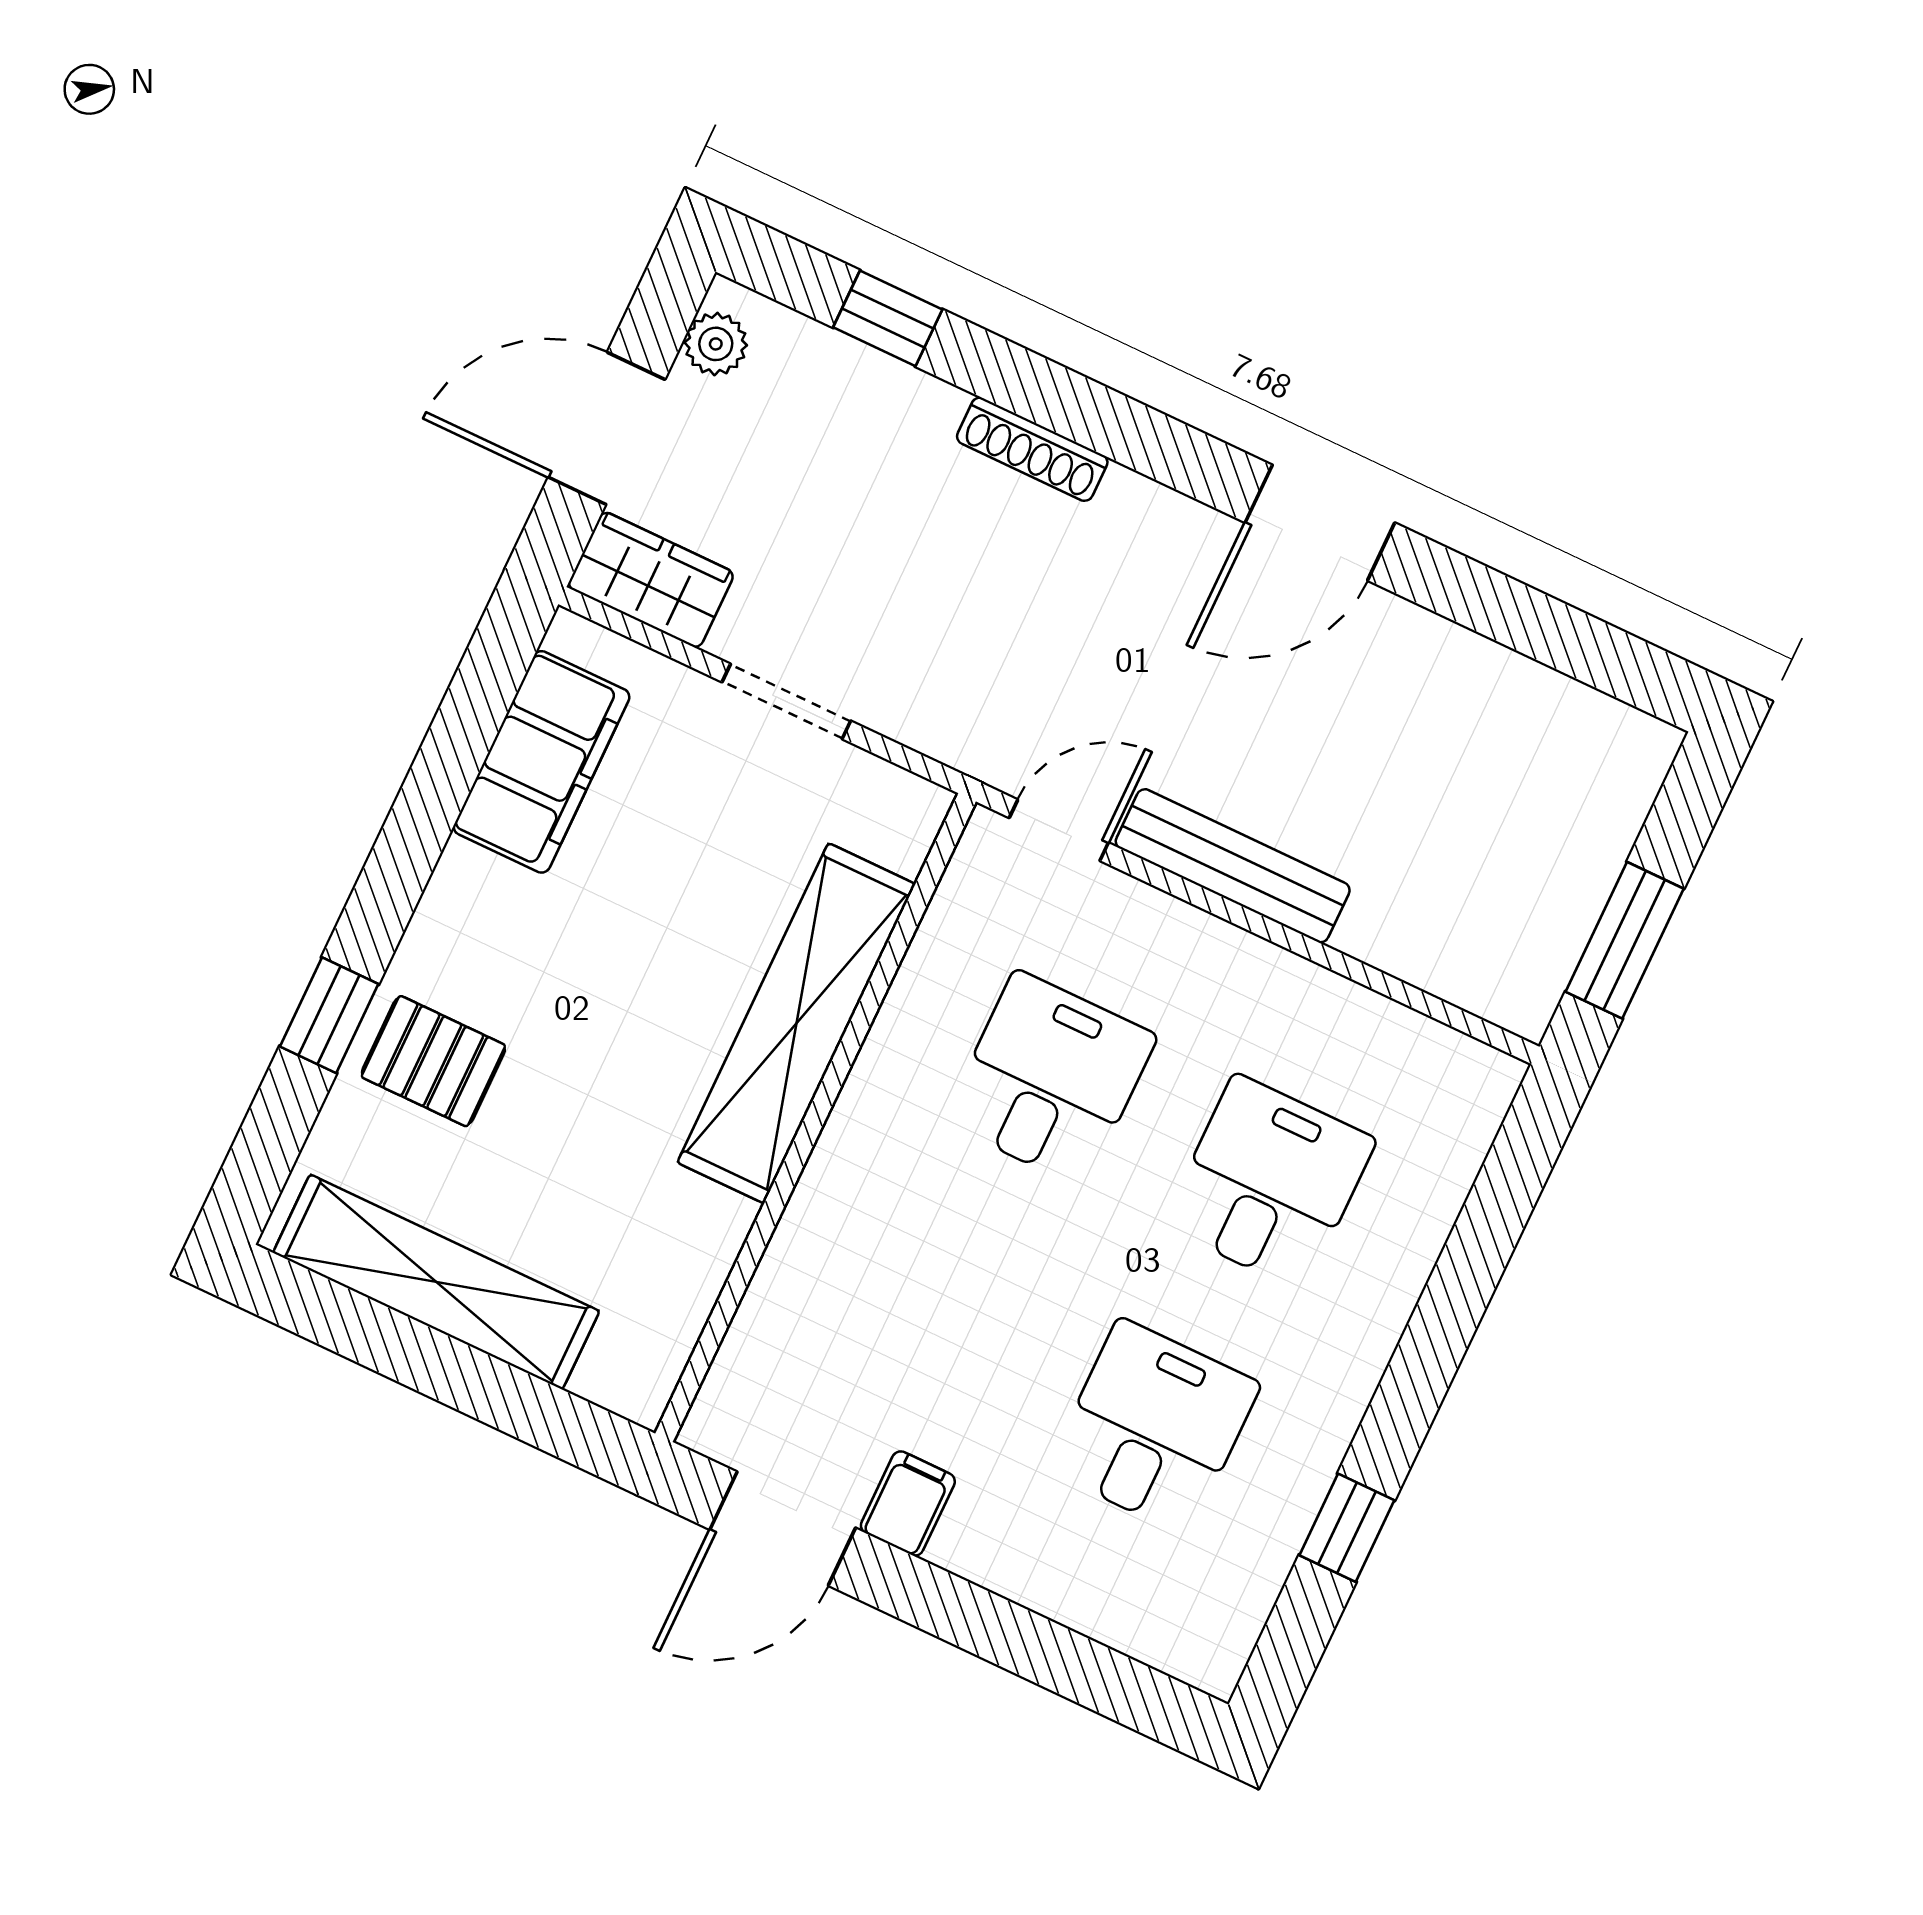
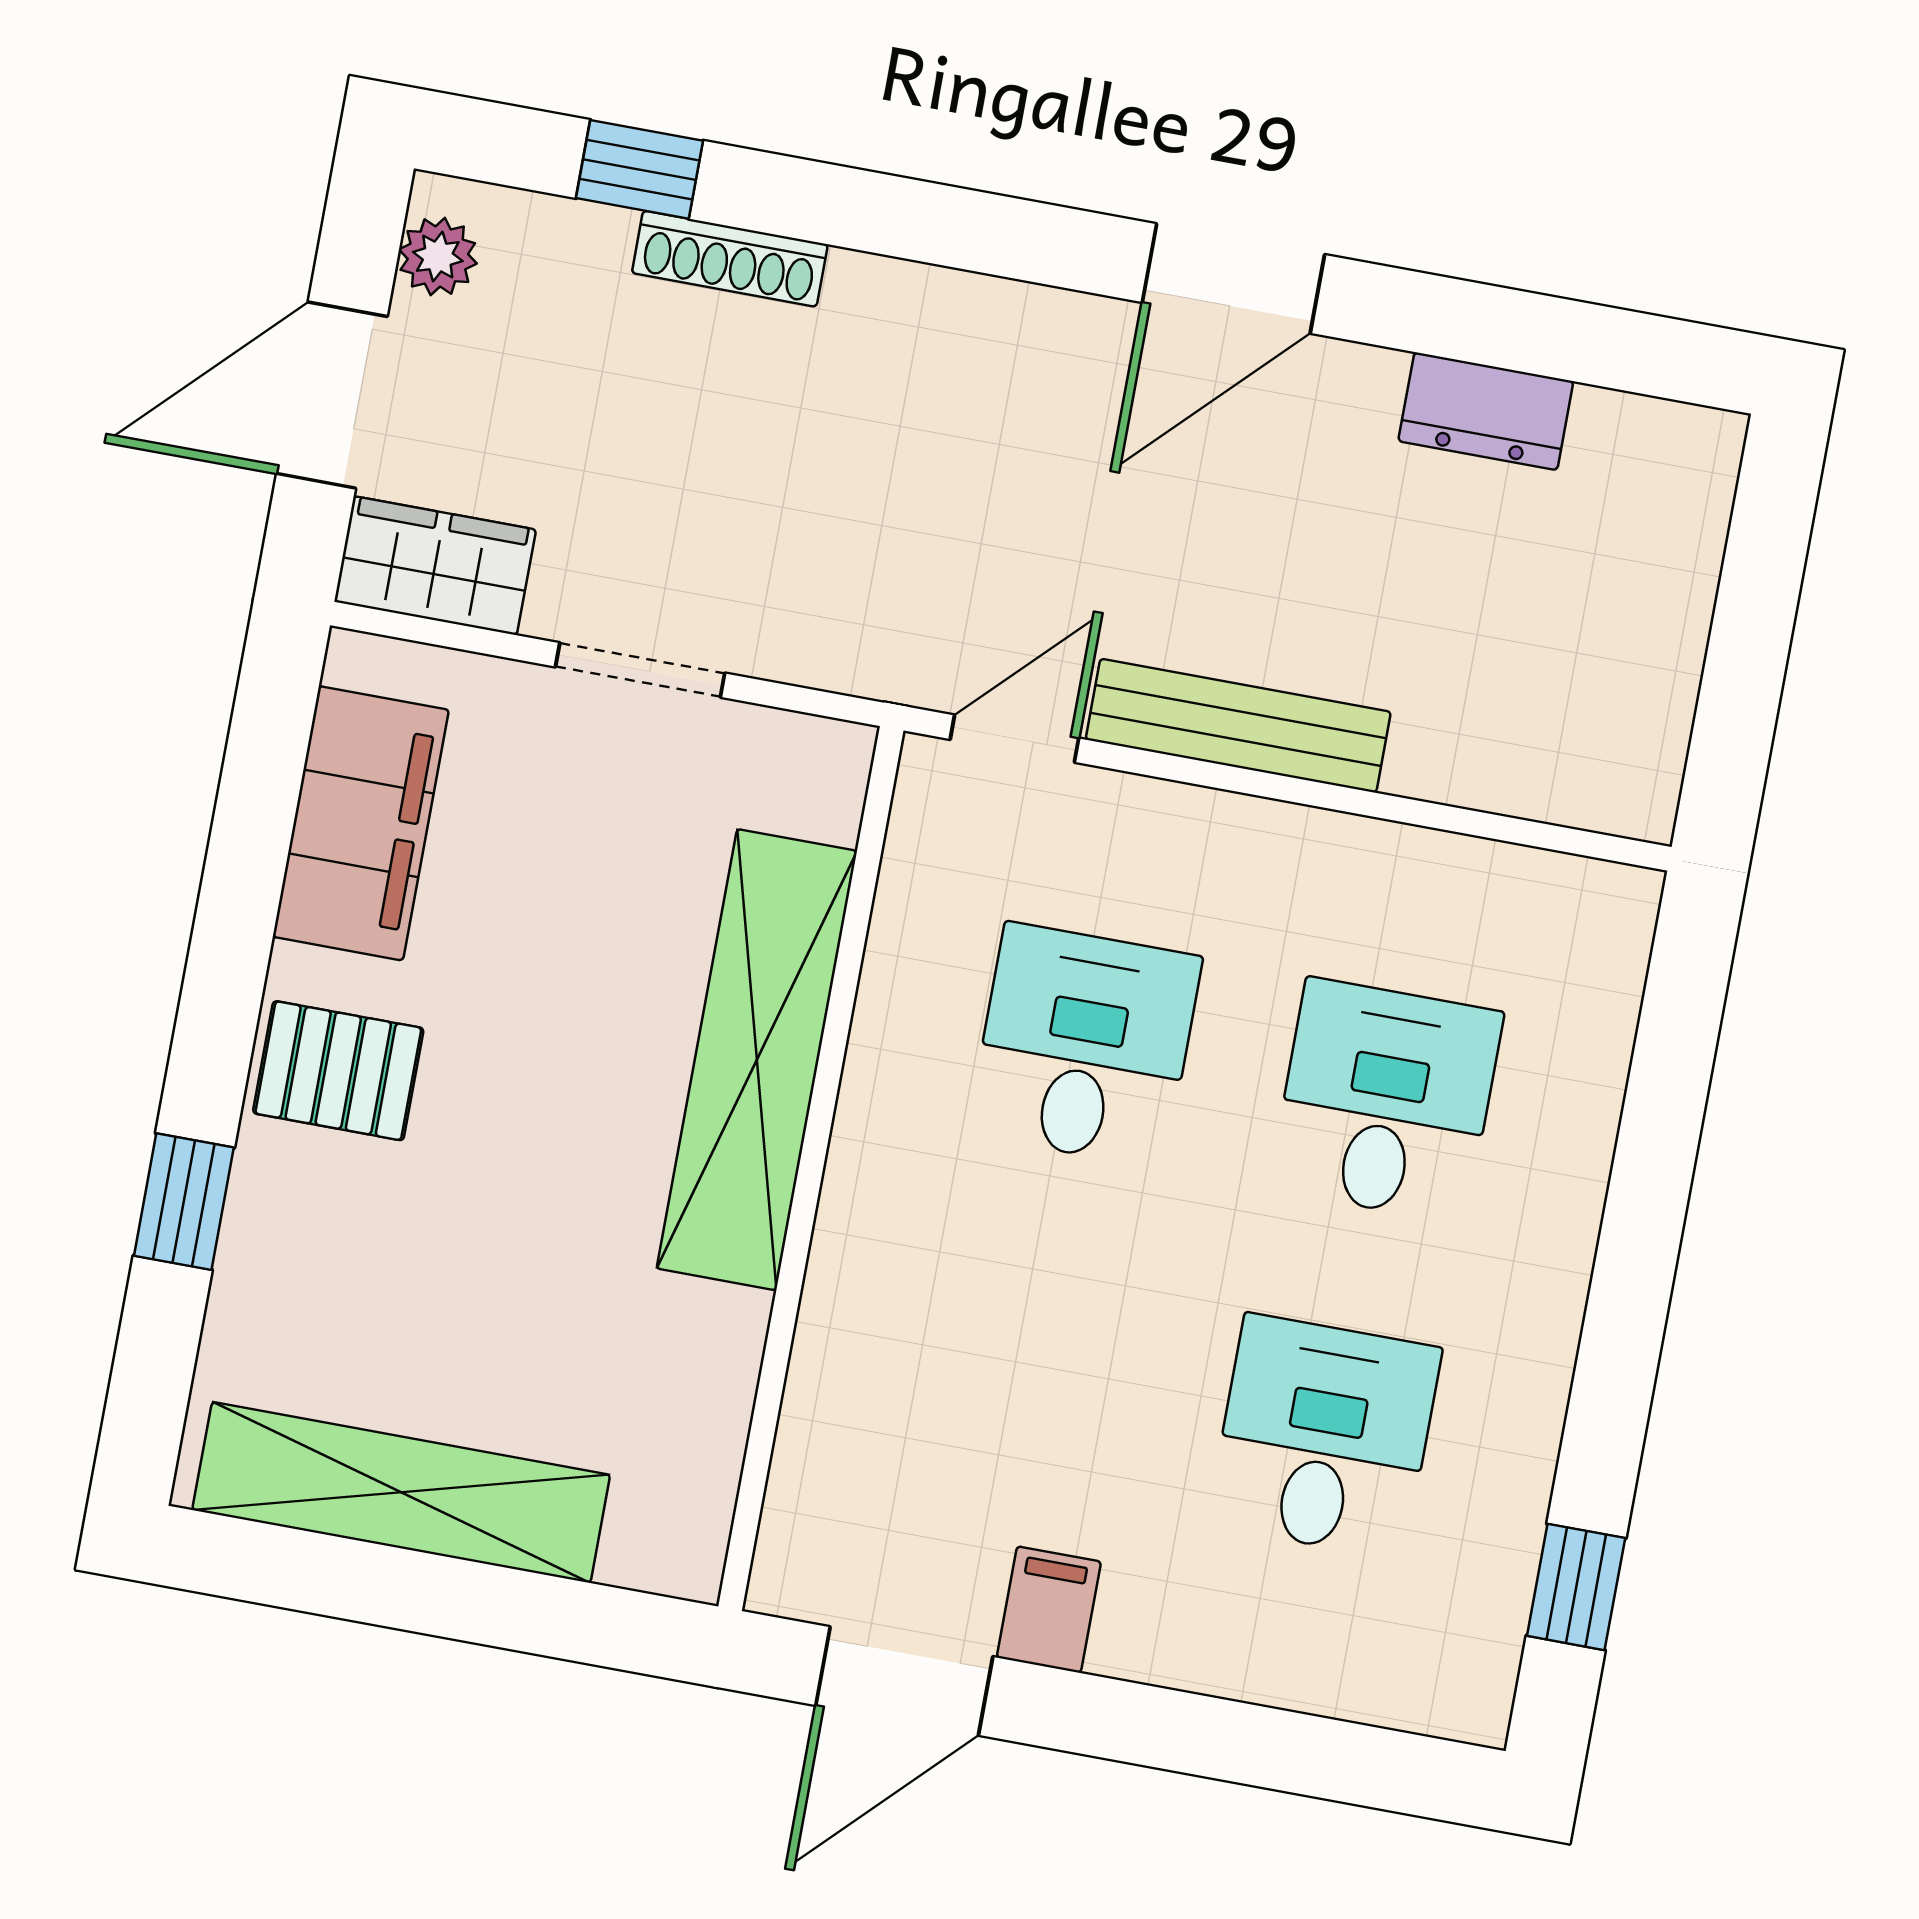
shoe rack: (1032, 449) -> (730, 259), moved
dresser: (1486, 676) -> (1486, 411), added
window: (1625, 940) -> (1741, 689), removed
pallet: (433, 1061) -> (338, 1071), moved
window: (1347, 1528) -> (1576, 1587), moved

